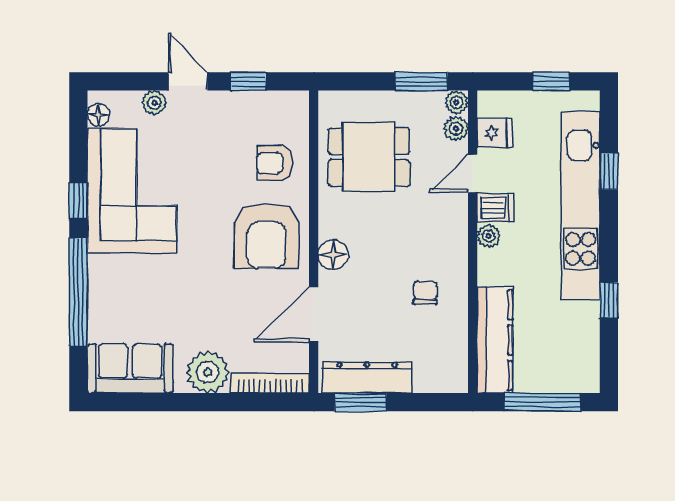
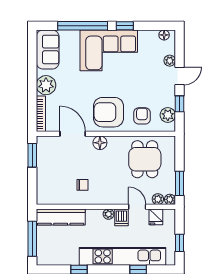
plant: (273, 107) -> (168, 115), added
corner sofa: (132, 191) -> (109, 50), moved
dresser: (367, 377) -> (44, 158), removed

